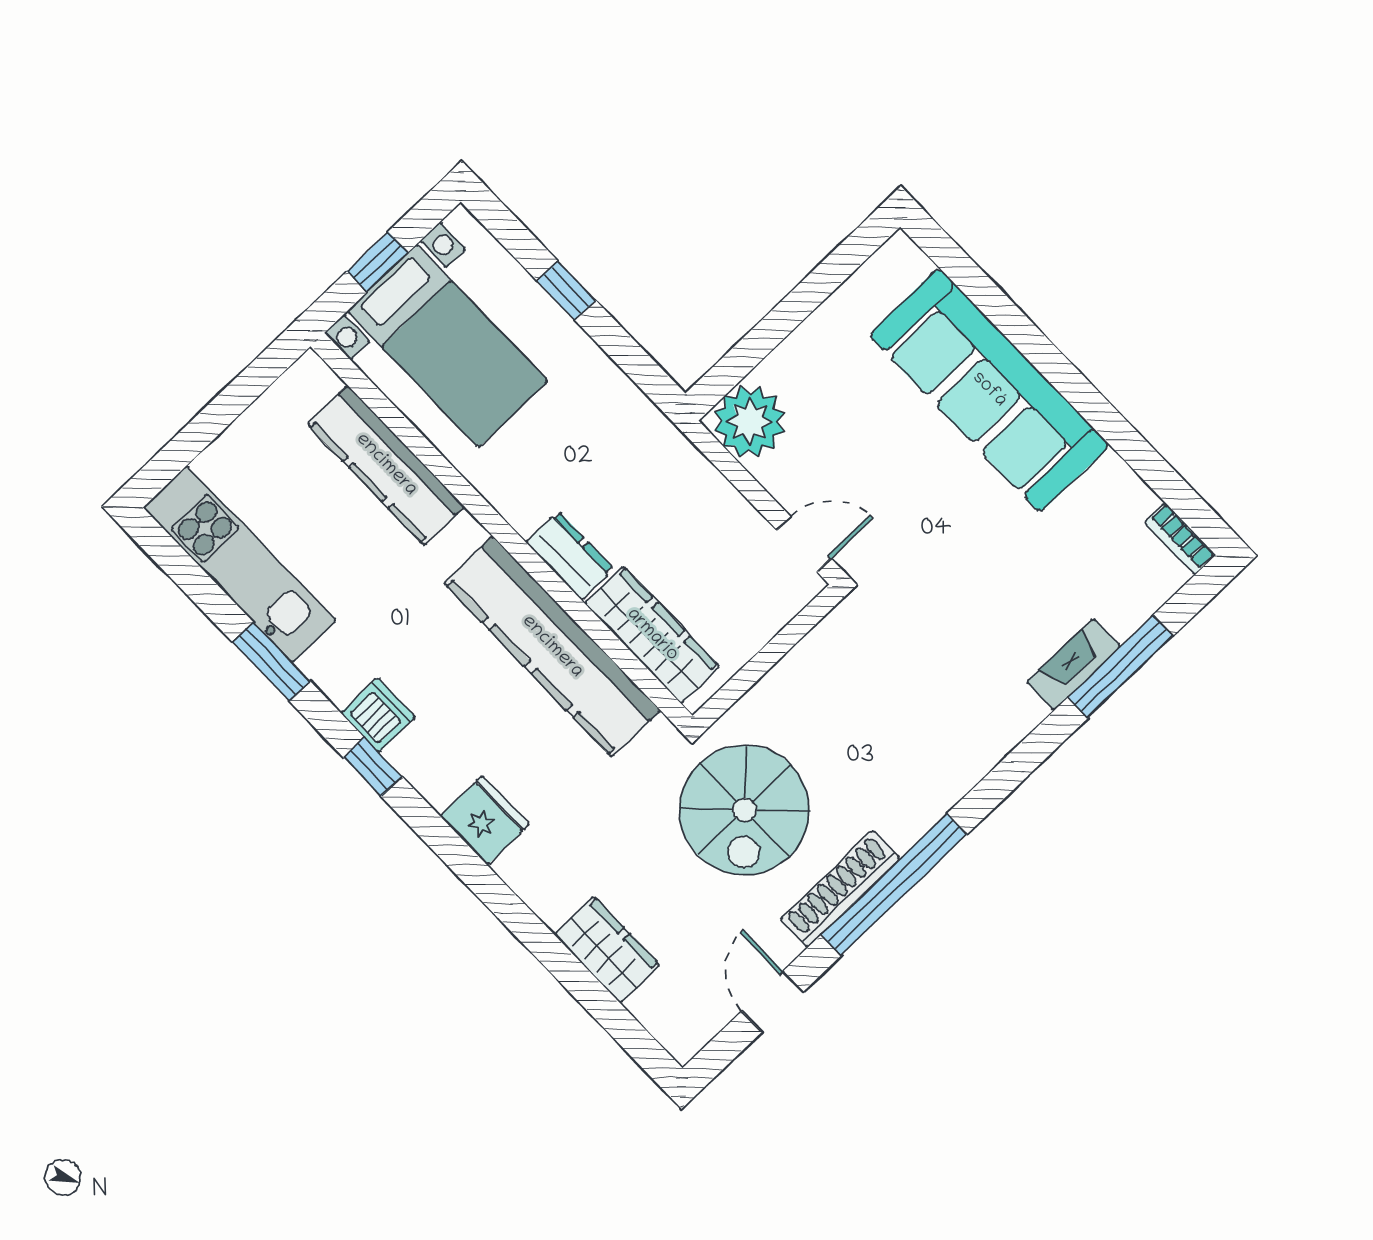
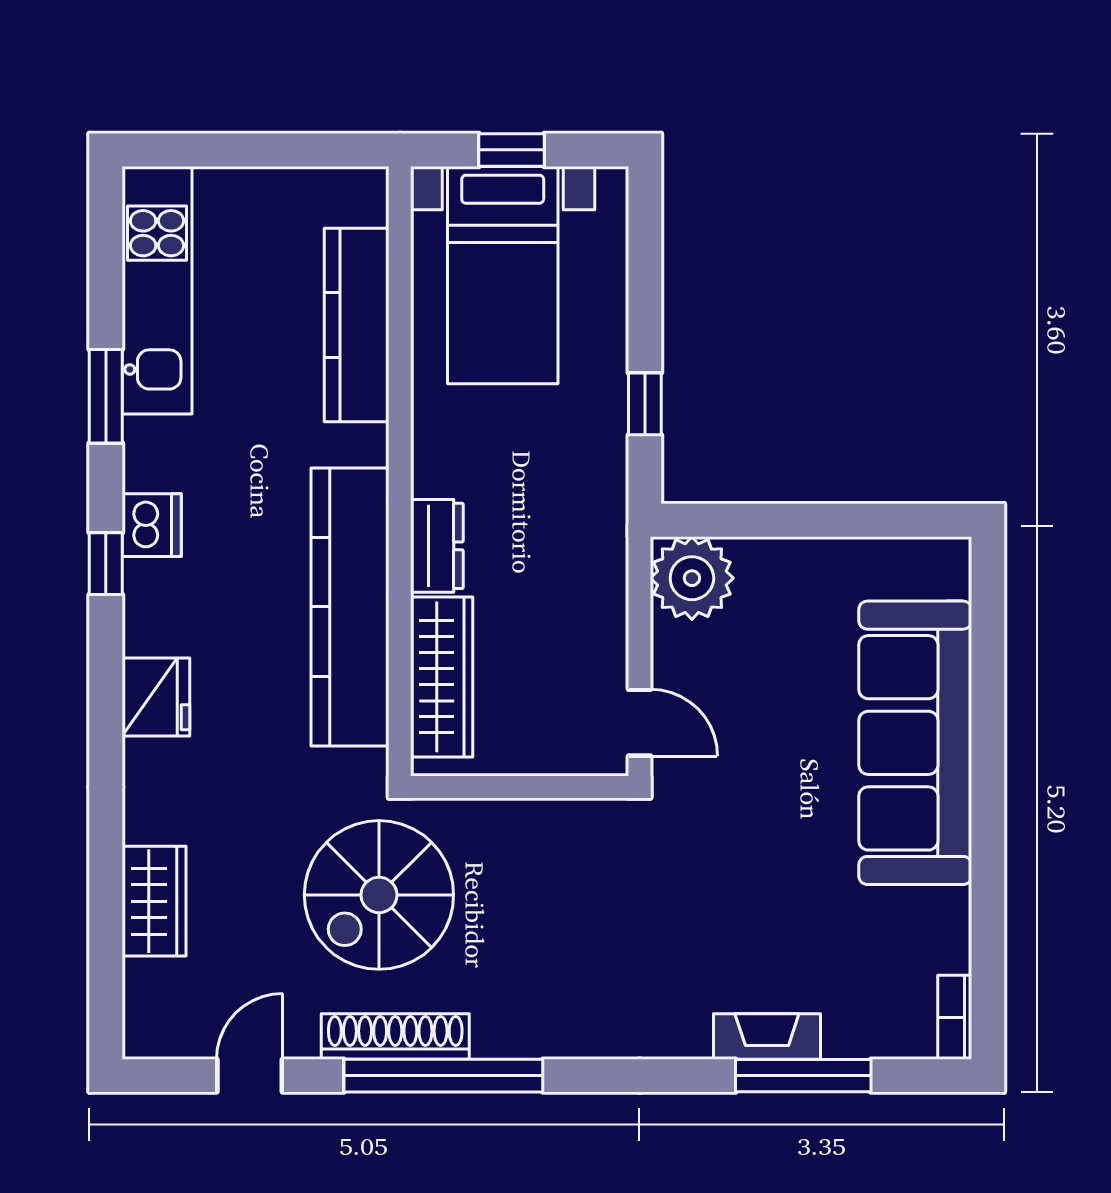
window: (566, 290) -> (645, 404), moved

